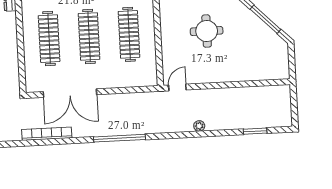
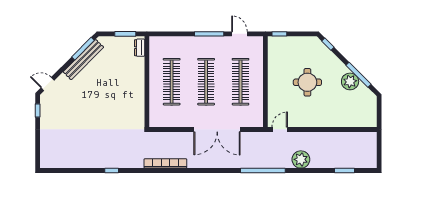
plant: (256, 27) -> (350, 81), added
double door: (70, 93) -> (217, 129), moved
plant: (199, 126) -> (301, 159), width x1.88, depth x1.88
window: (120, 138) -> (263, 170), moved

